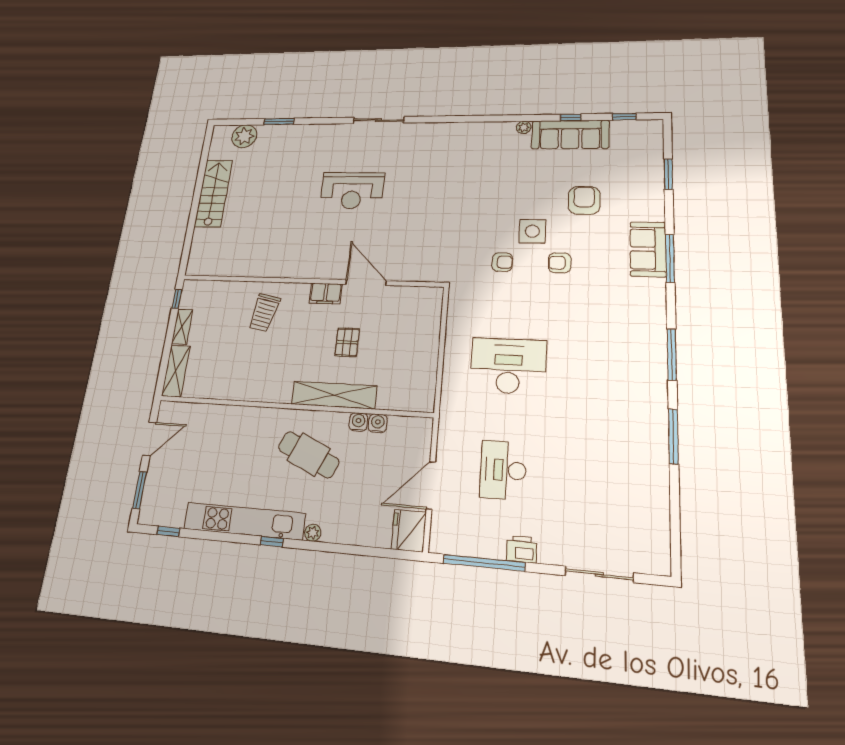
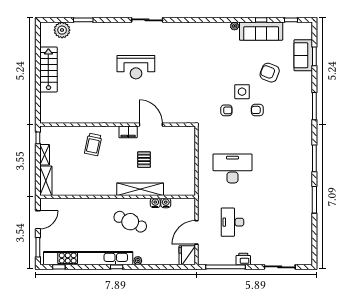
armchair: (584, 200) -> (270, 73), turned -69
sofa: (648, 249) -> (303, 55), moved
kitchen unit: (244, 521) -> (88, 258), width x1.36

